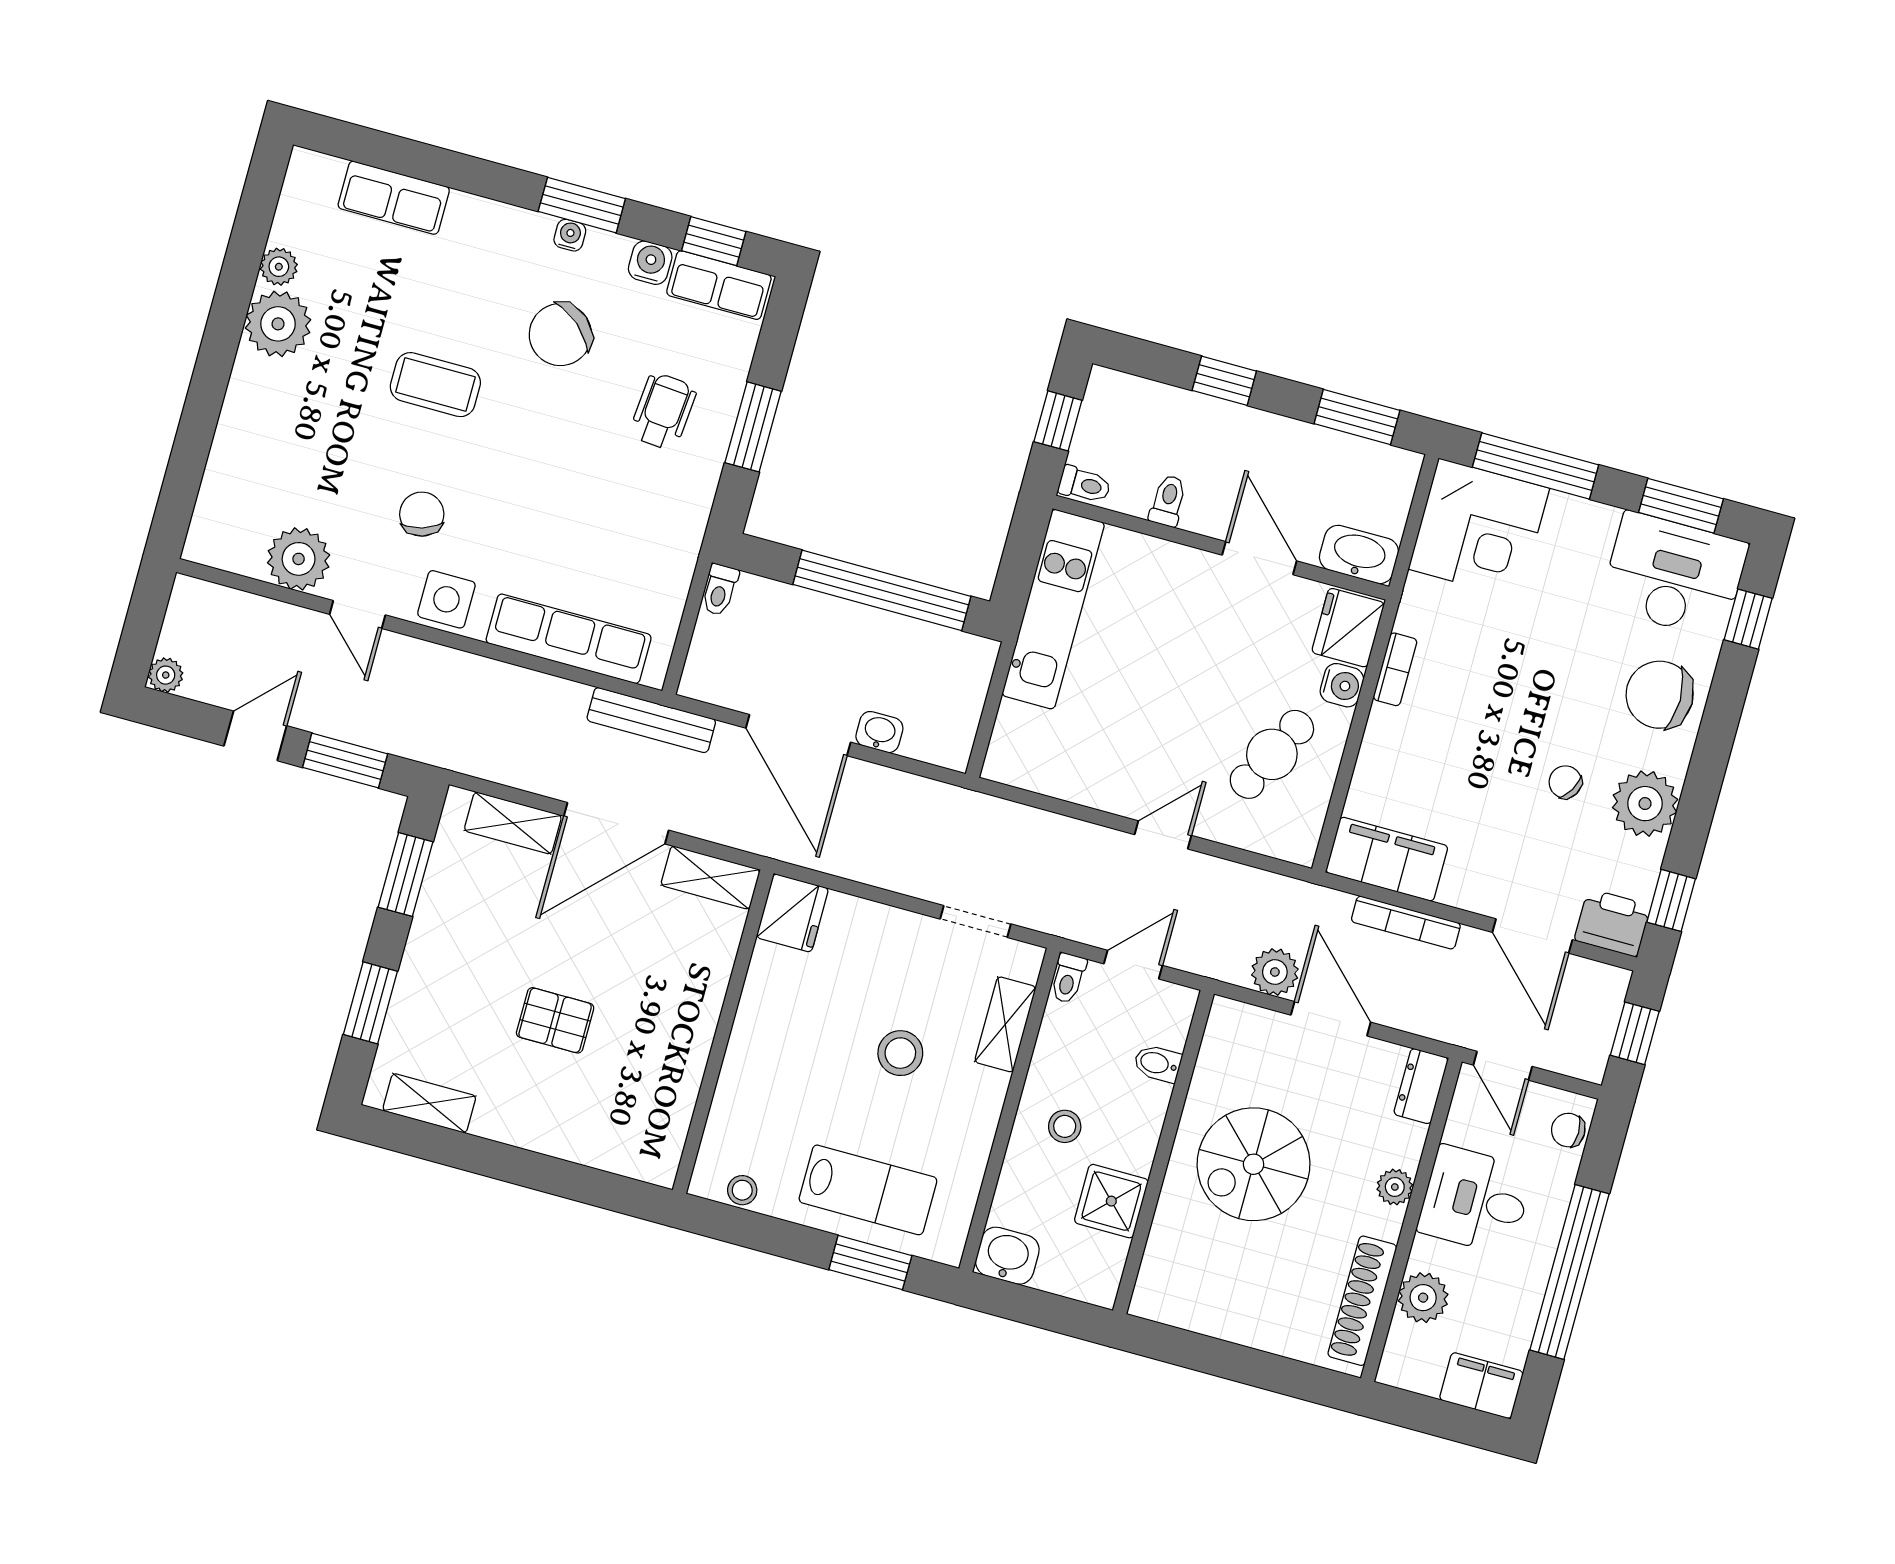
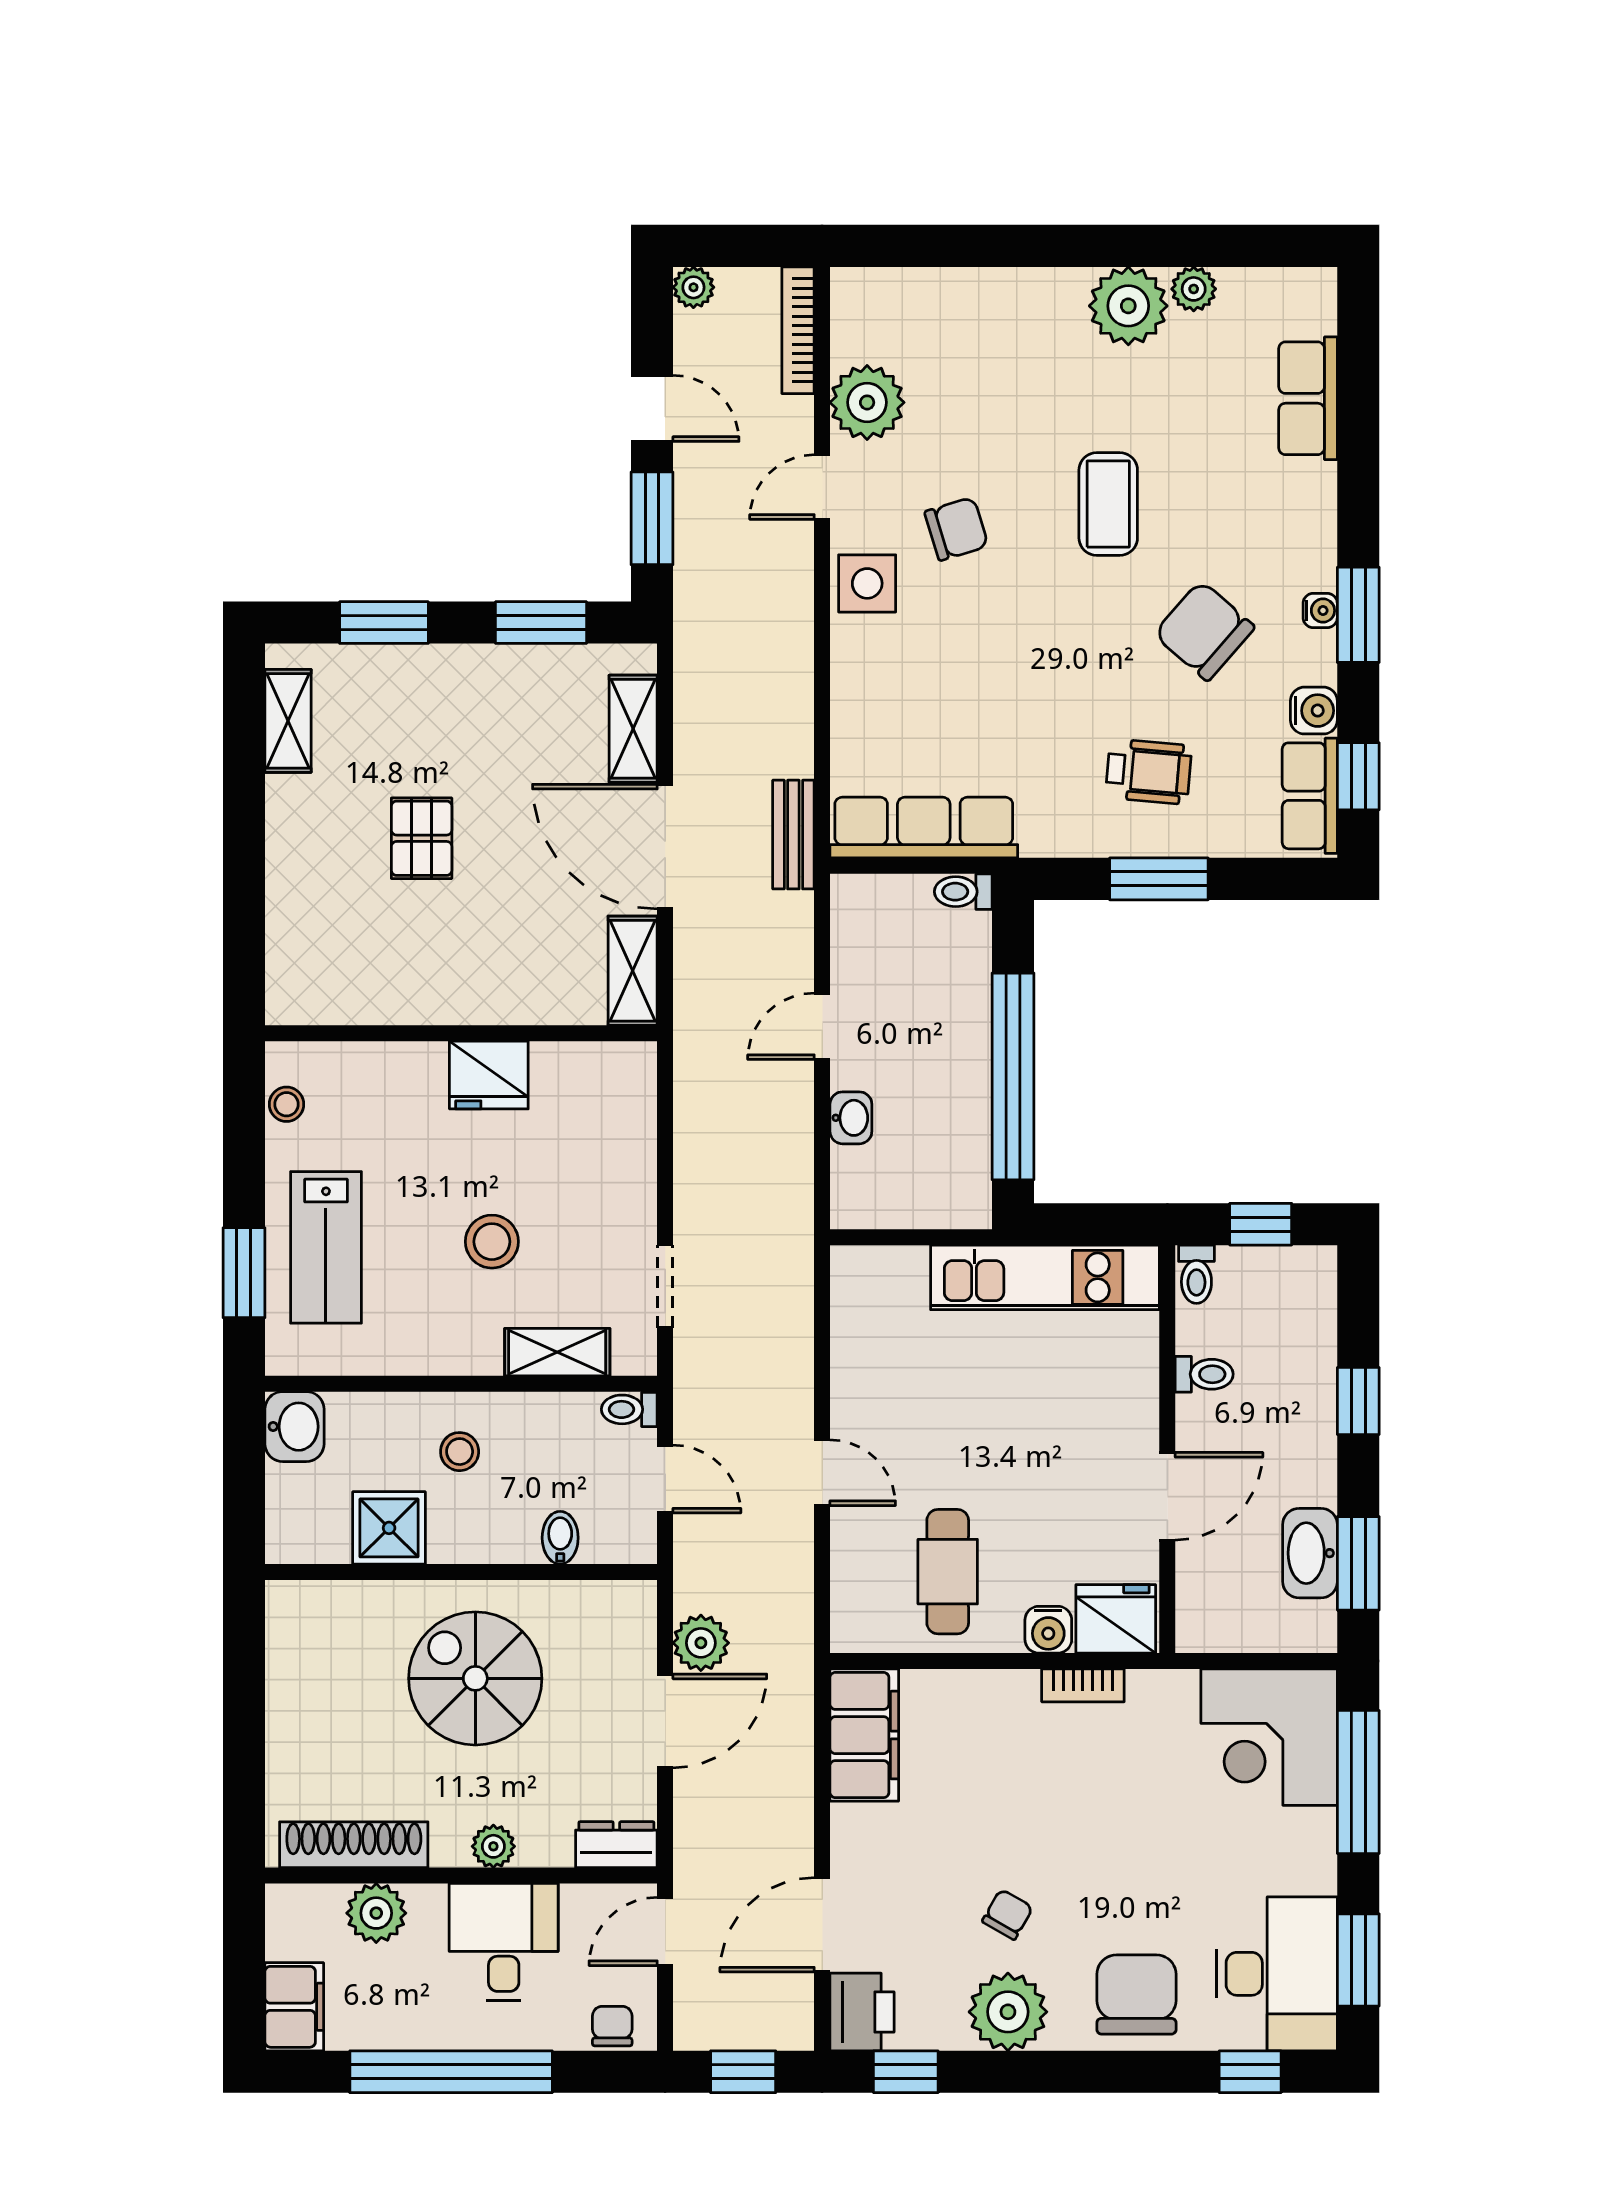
washbasin: (1359, 554) -> (1310, 1553), moved, turned 180
row of seats: (569, 639) -> (924, 828), moved, turned -90
bench: (651, 720) -> (793, 835), width x0.73
door: (798, 735) -> (822, 1026), width x0.53
cafe table: (1272, 754) -> (948, 1572), turned 63
fridge: (792, 913) -> (489, 1075), moved
bookcase: (1406, 923) -> (798, 330), moved

